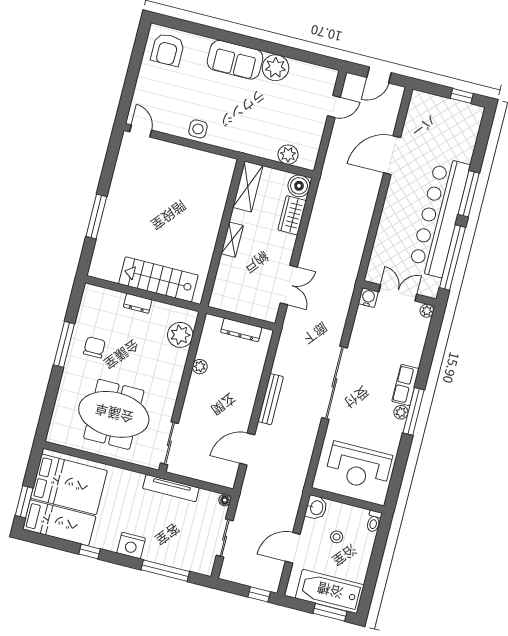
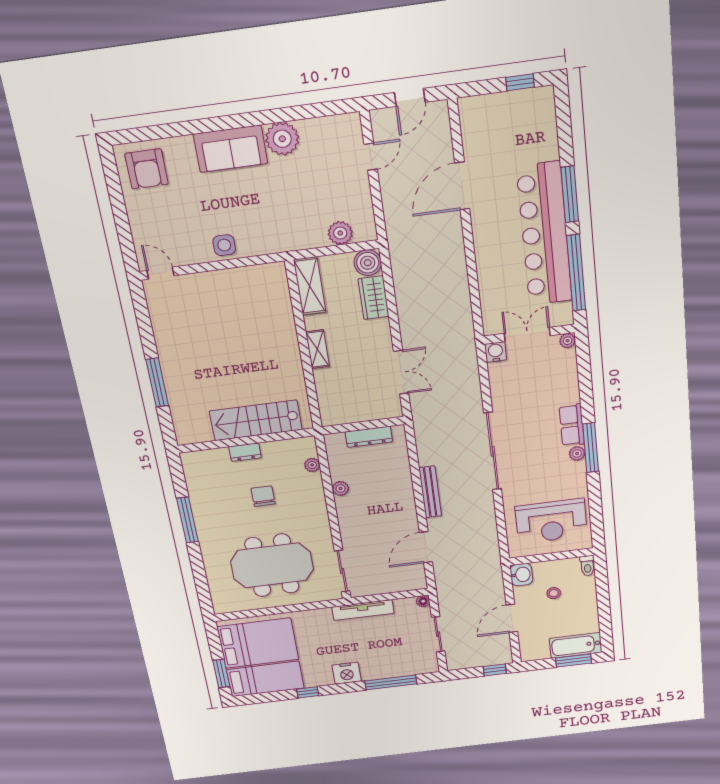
plant: (180, 335) -> (312, 465), width x0.53, depth x0.53
chair: (94, 347) -> (263, 496), moved
bathtub: (330, 591) -> (576, 645), width x0.73, depth x0.73

